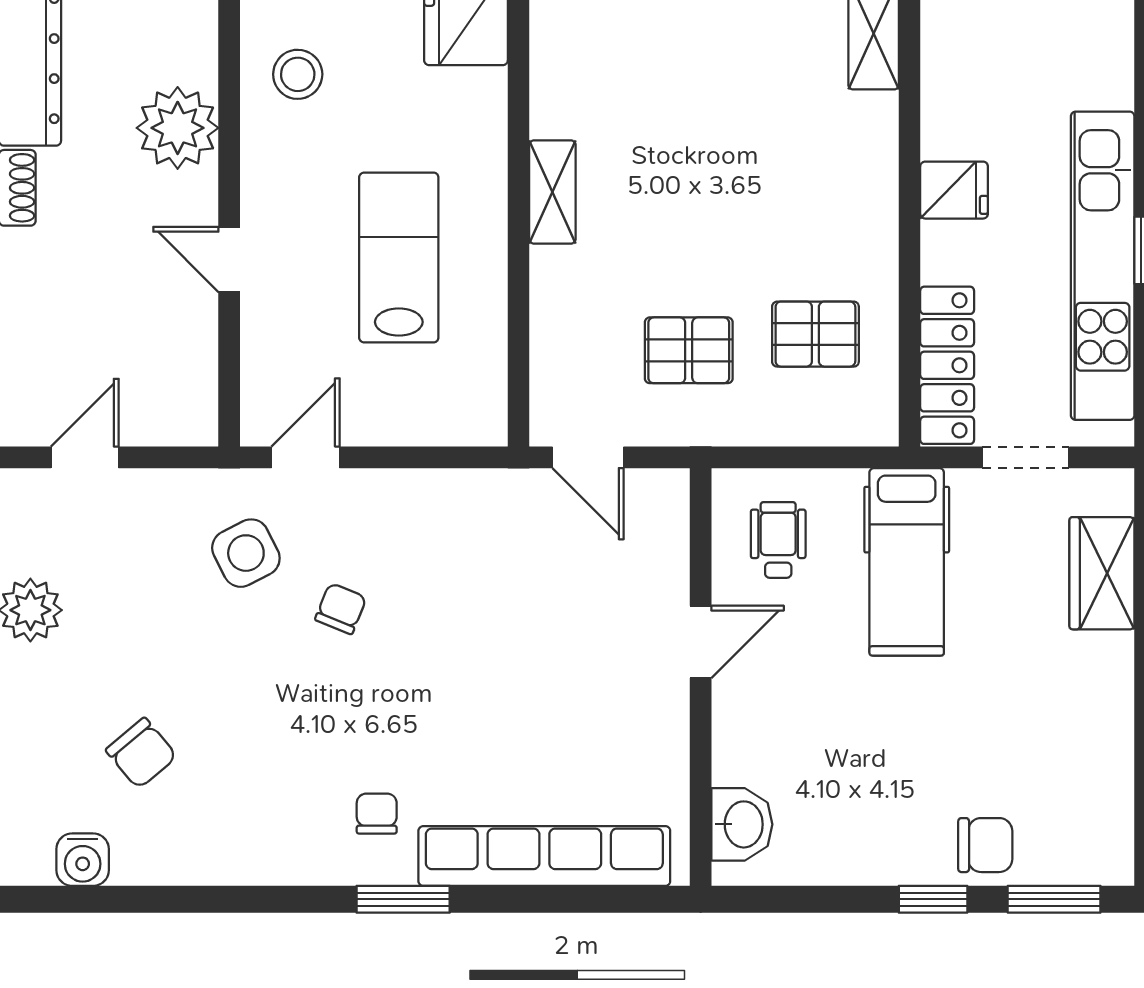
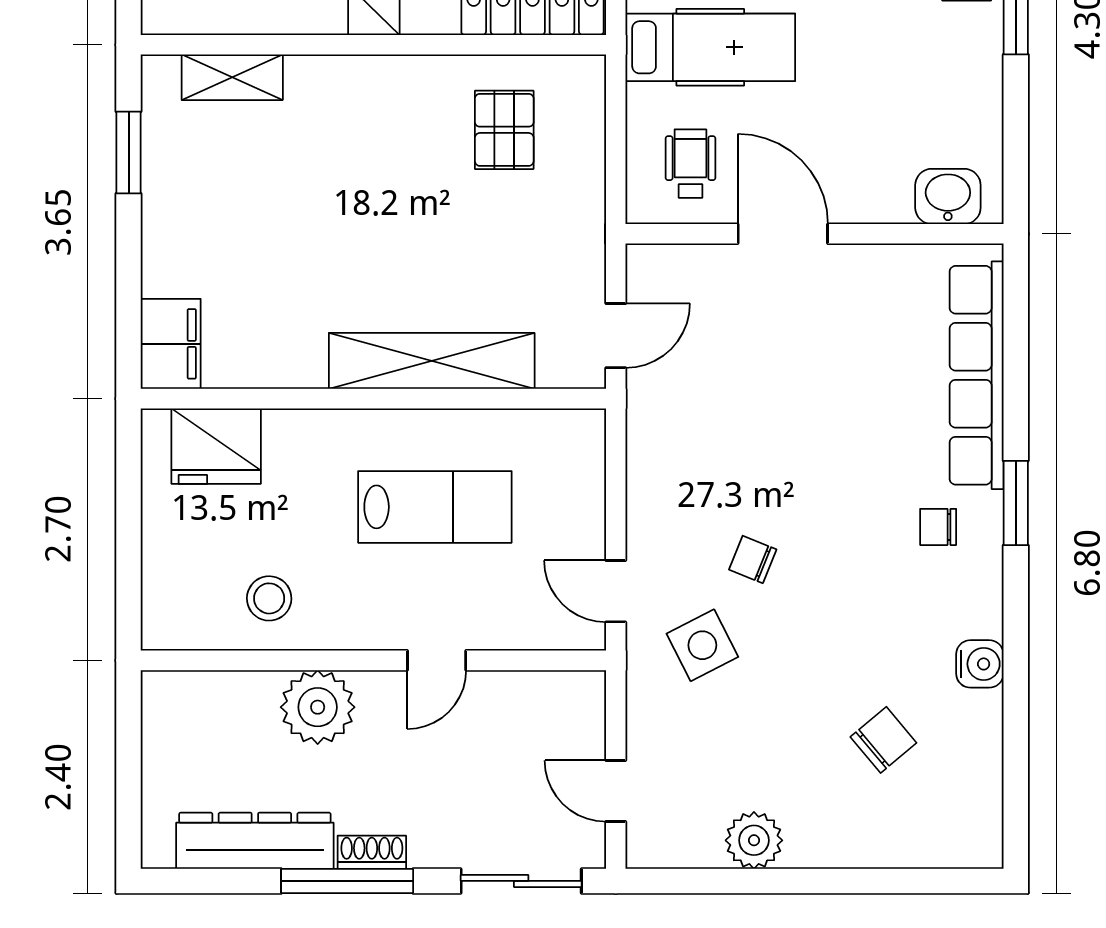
shelving: (552, 192) -> (432, 361), width x2.20, depth x1.33
lab bench: (399, 257) -> (435, 507), turned 180
pallet: (689, 350) -> (519, 245), removed
wheelchair: (778, 540) -> (690, 164), turned 90
door: (701, 642) -> (783, 234), width x1.38
water cooler: (83, 860) -> (980, 664), moved

